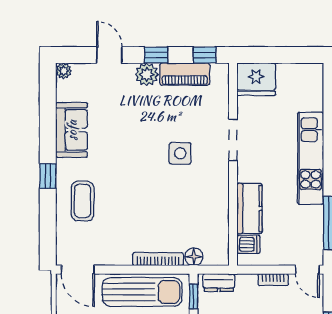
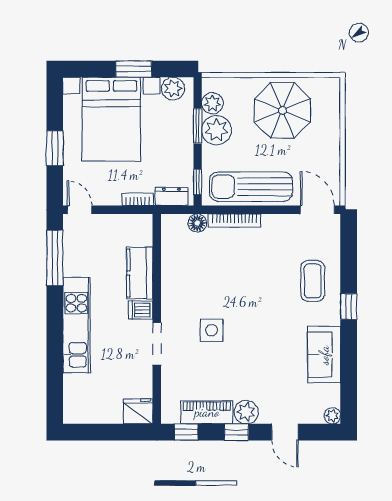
fridge: (256, 79) -> (138, 411), width x0.73, depth x0.75
dishwasher: (248, 244) -> (141, 310), moved
bookcase: (273, 280) -> (138, 199), moved

